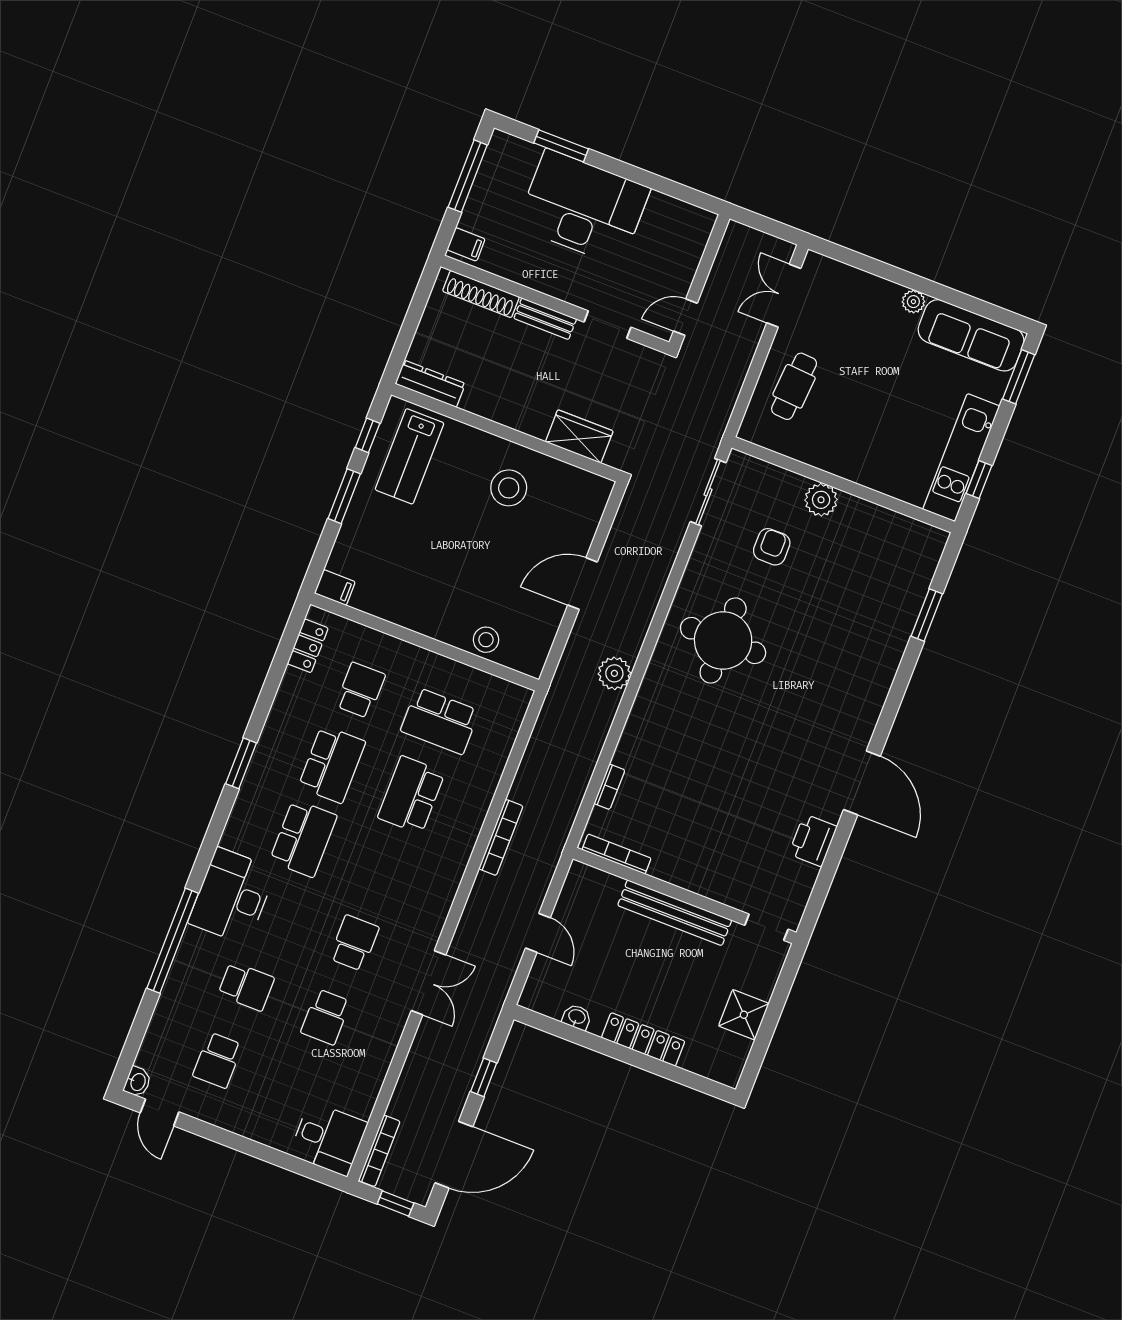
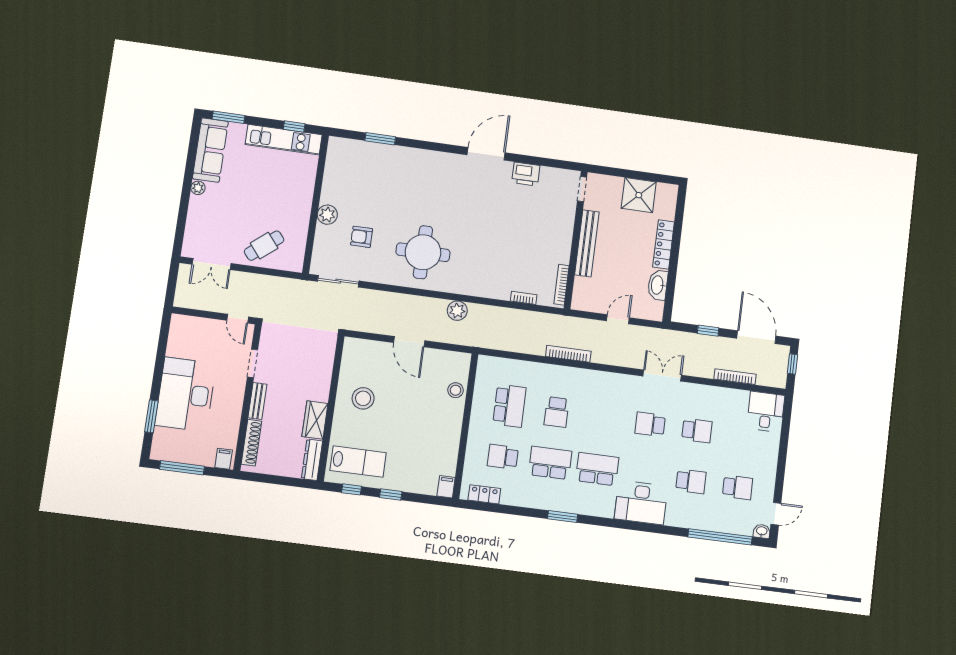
cafe table: (794, 386) -> (264, 246), turned -43
wardrobe: (579, 436) -> (315, 420), moved
window: (344, 496) -> (391, 495), width x0.67
school desk: (411, 795) -> (557, 412), width x0.54
window: (173, 941) -> (720, 537), moved
school desk: (246, 986) -> (691, 481), turned 90
shower: (744, 1015) -> (639, 195), width x1.36, depth x1.36
washbasin: (577, 1017) -> (658, 285), width x1.91, depth x1.45
bookcase: (379, 1151) -> (735, 377), moved

